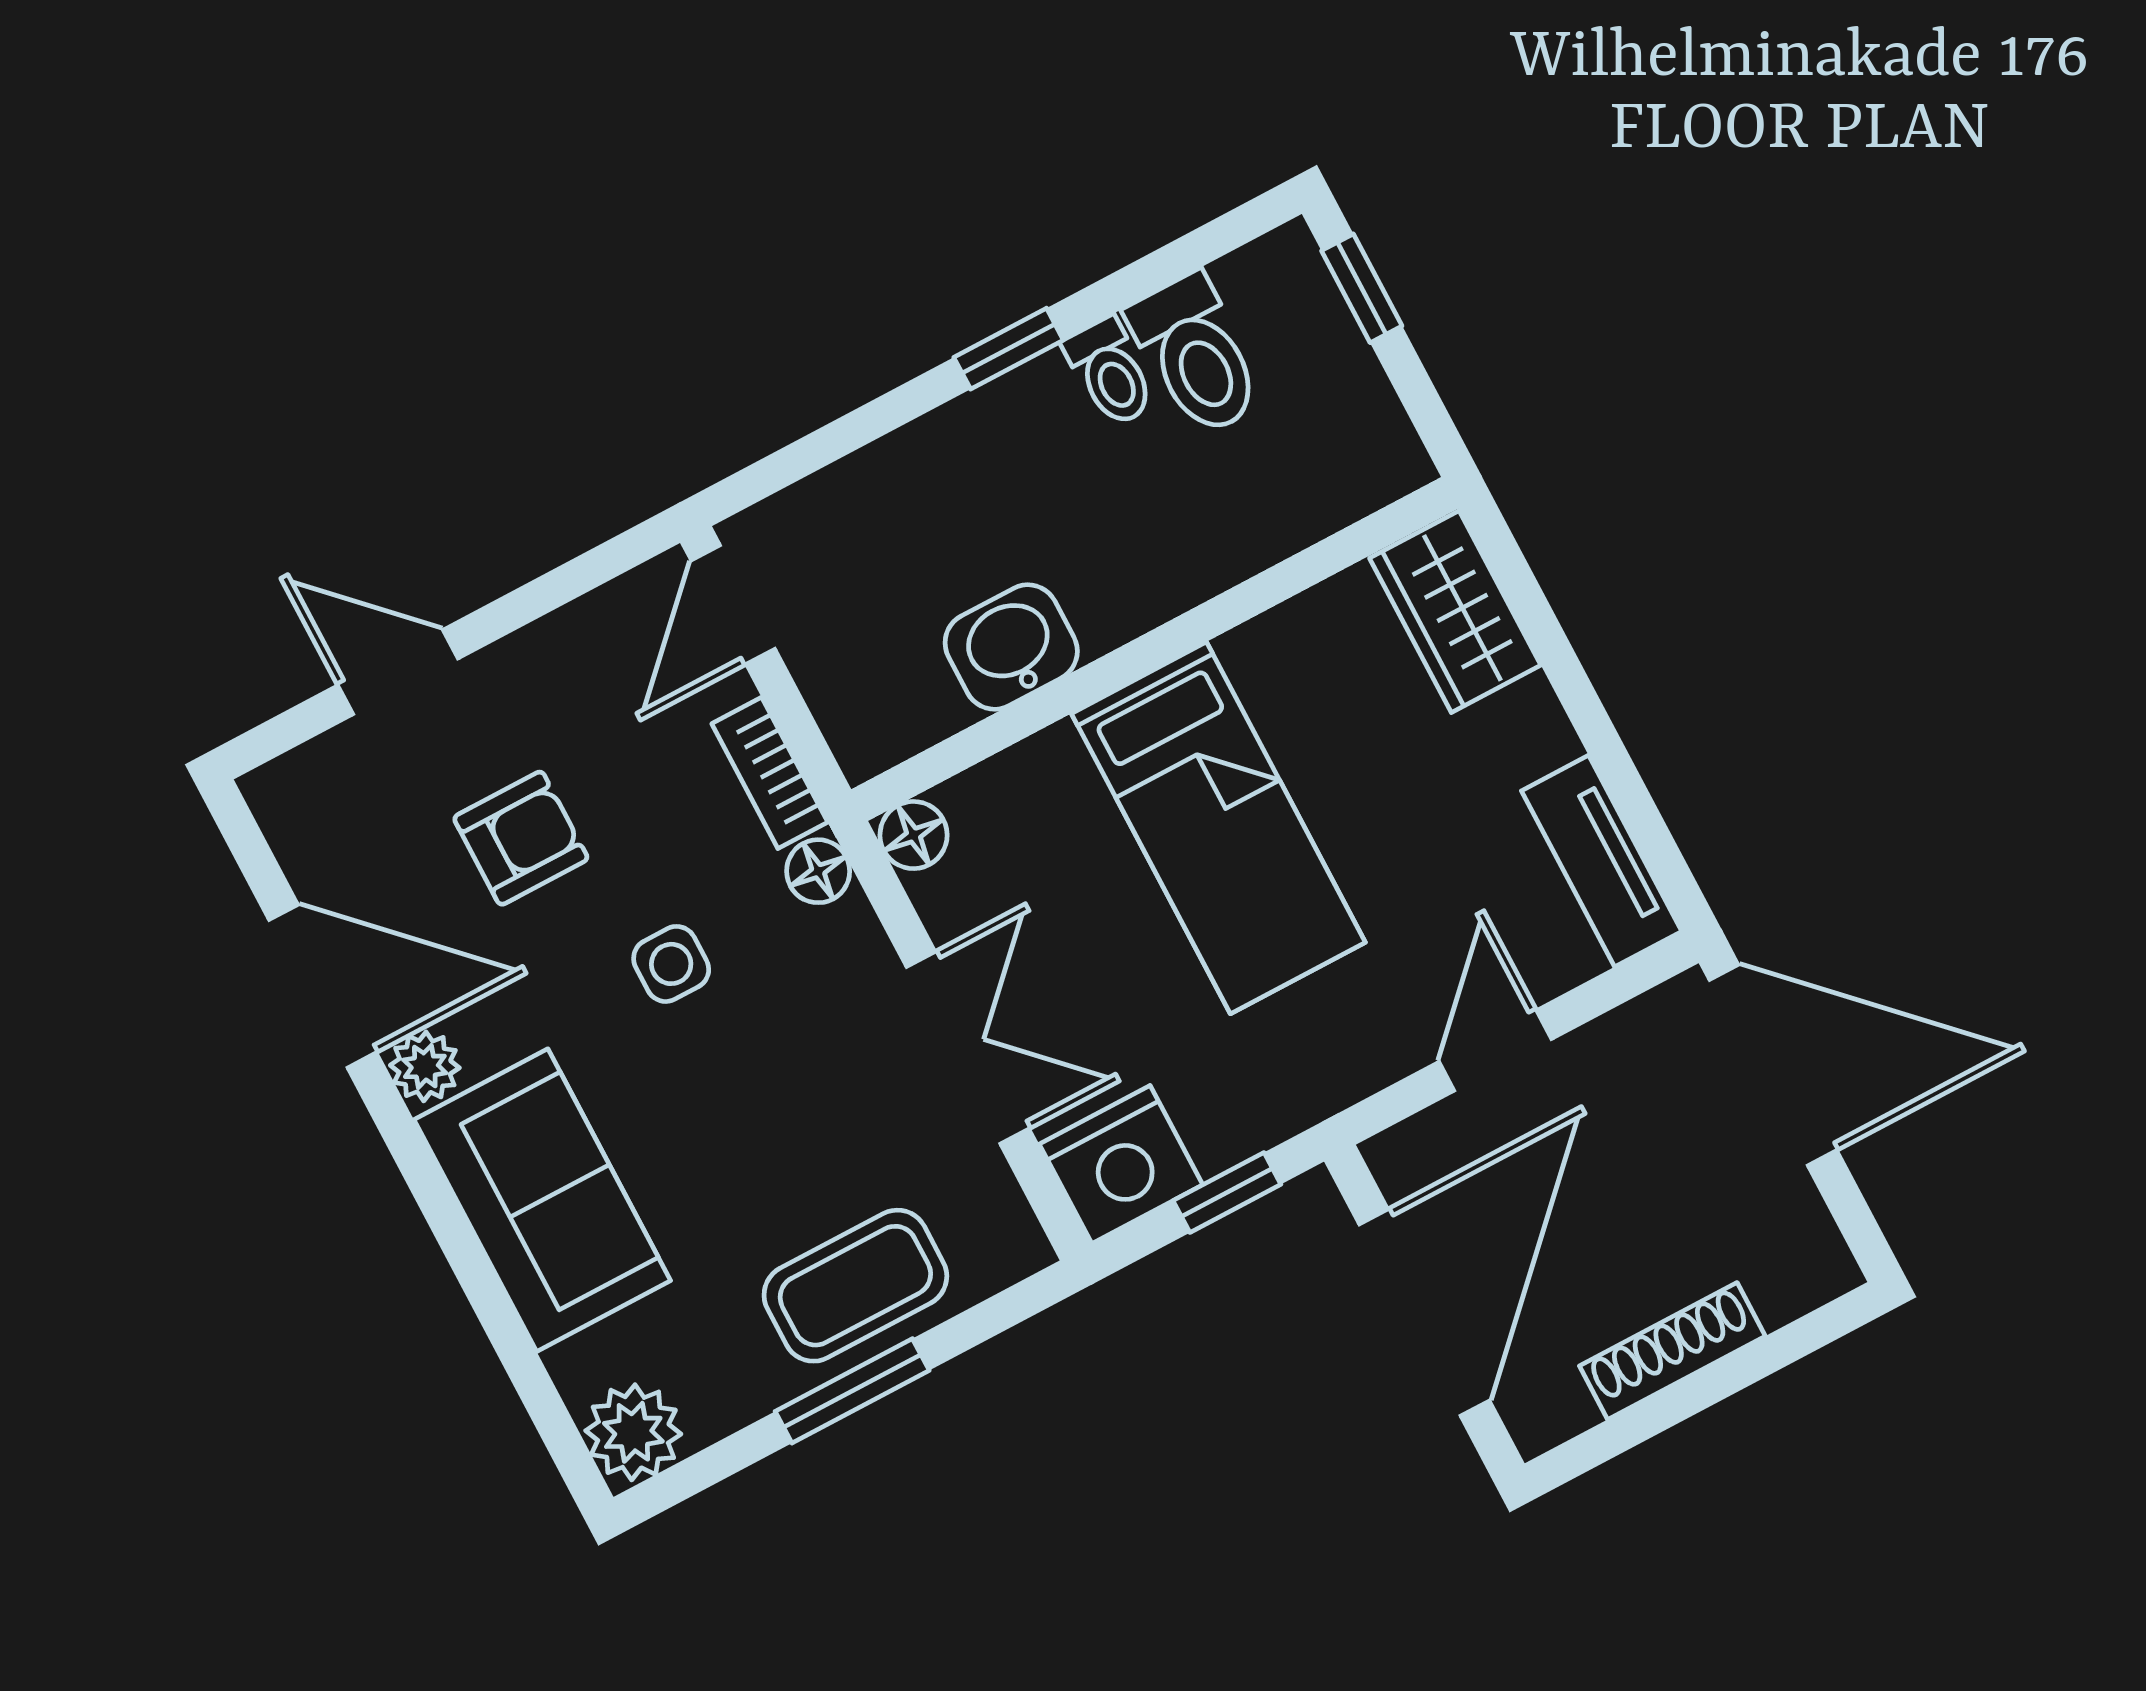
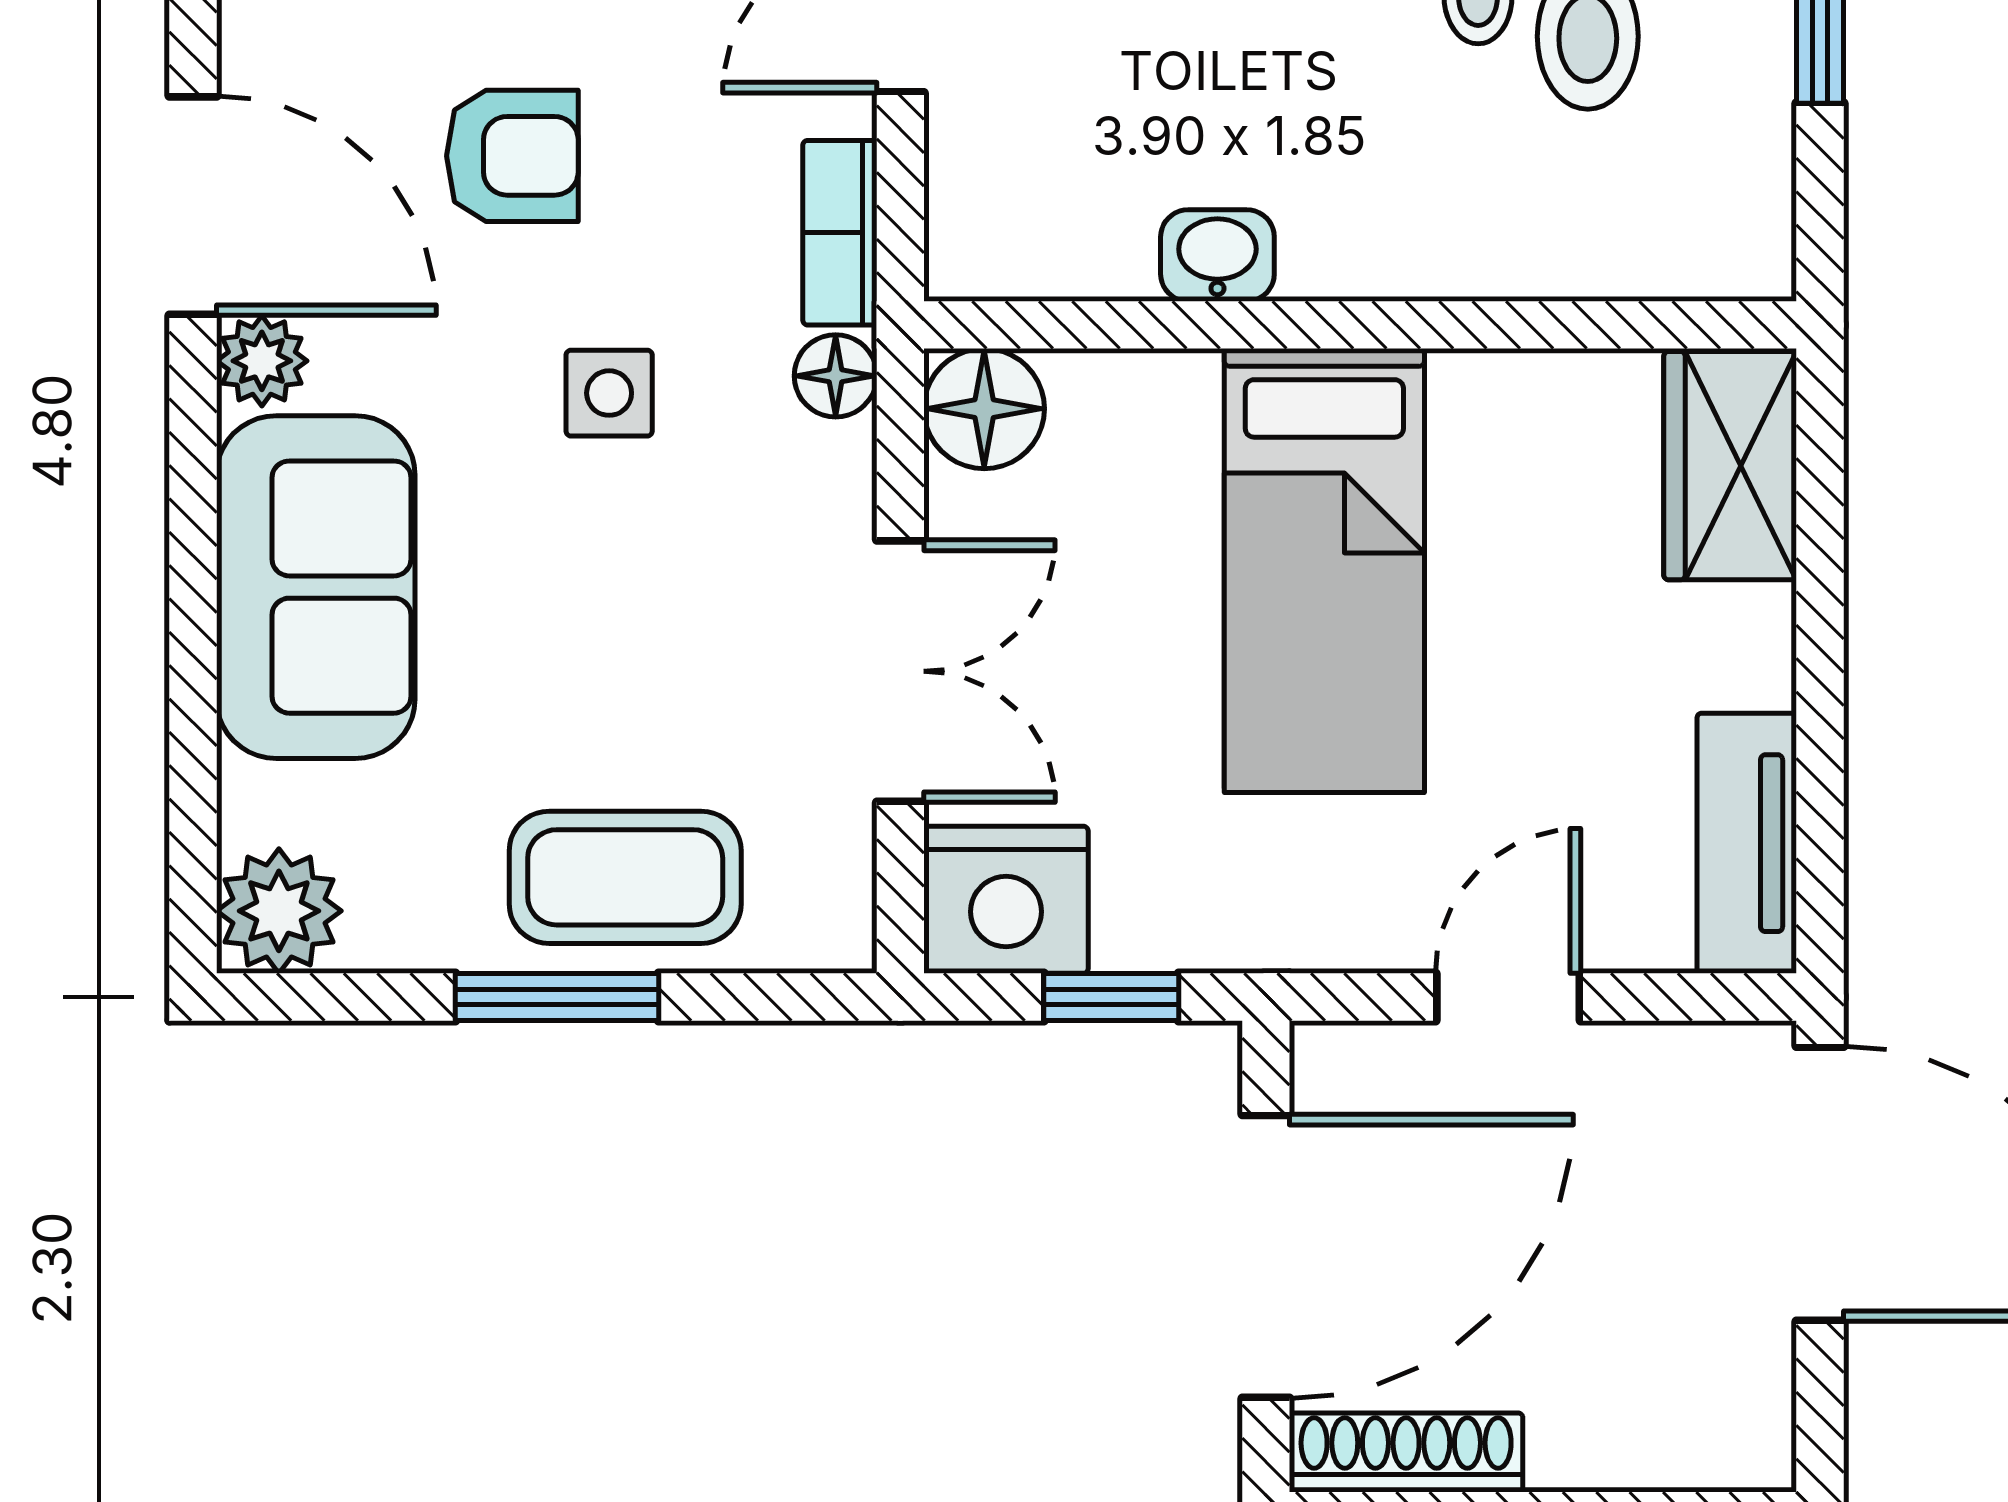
washbasin: (1011, 647) -> (1217, 255), width x0.72, depth x0.69
floor lamp: (914, 835) -> (984, 409), width x1.37, depth x1.37
shoe rack: (1672, 1351) -> (1406, 1452), moved

